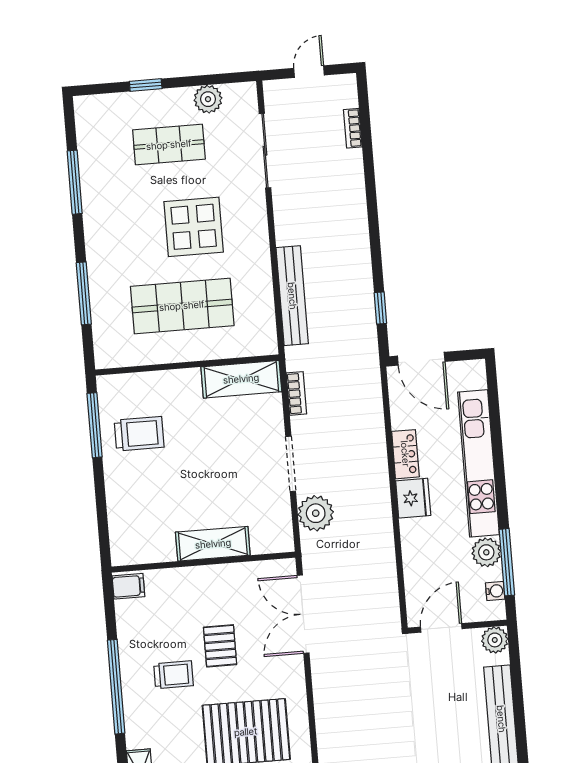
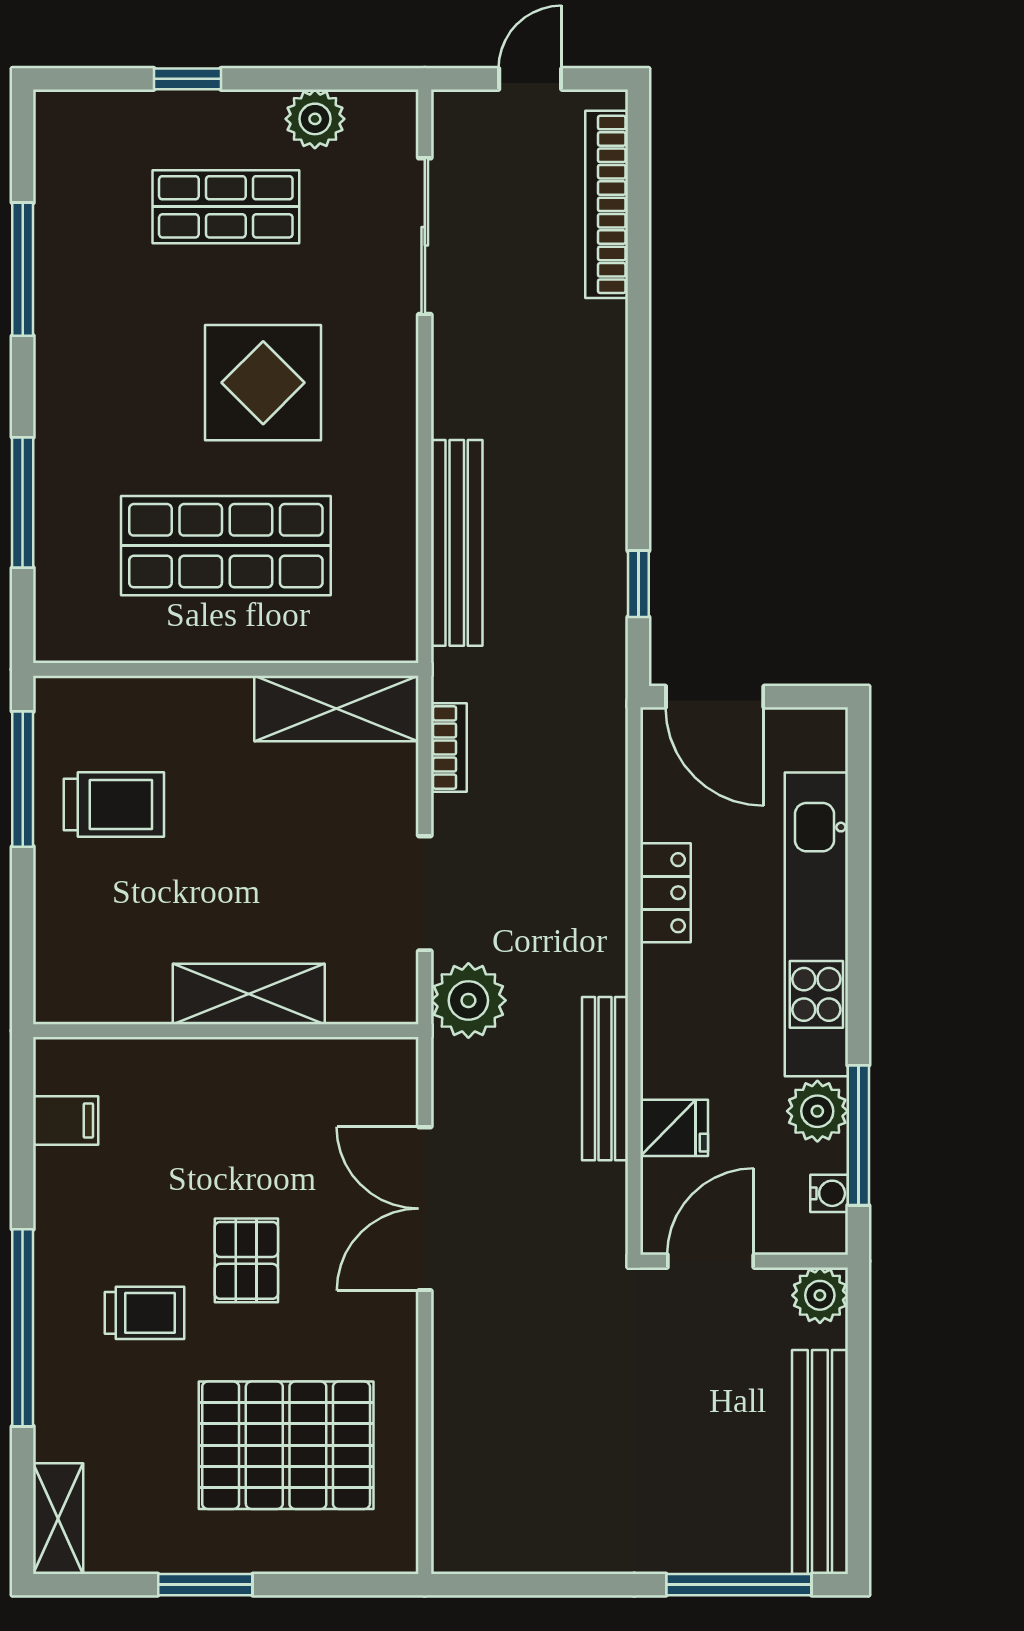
bookcase: (353, 128) -> (607, 204), width x2.31, depth x1.31
fridge: (413, 498) -> (674, 1128), moved, width x0.72
shelving: (213, 544) -> (249, 994), moved
bench: (384, 545) -> (605, 1079), added
wall: (203, 562) -> (226, 1031), moved

